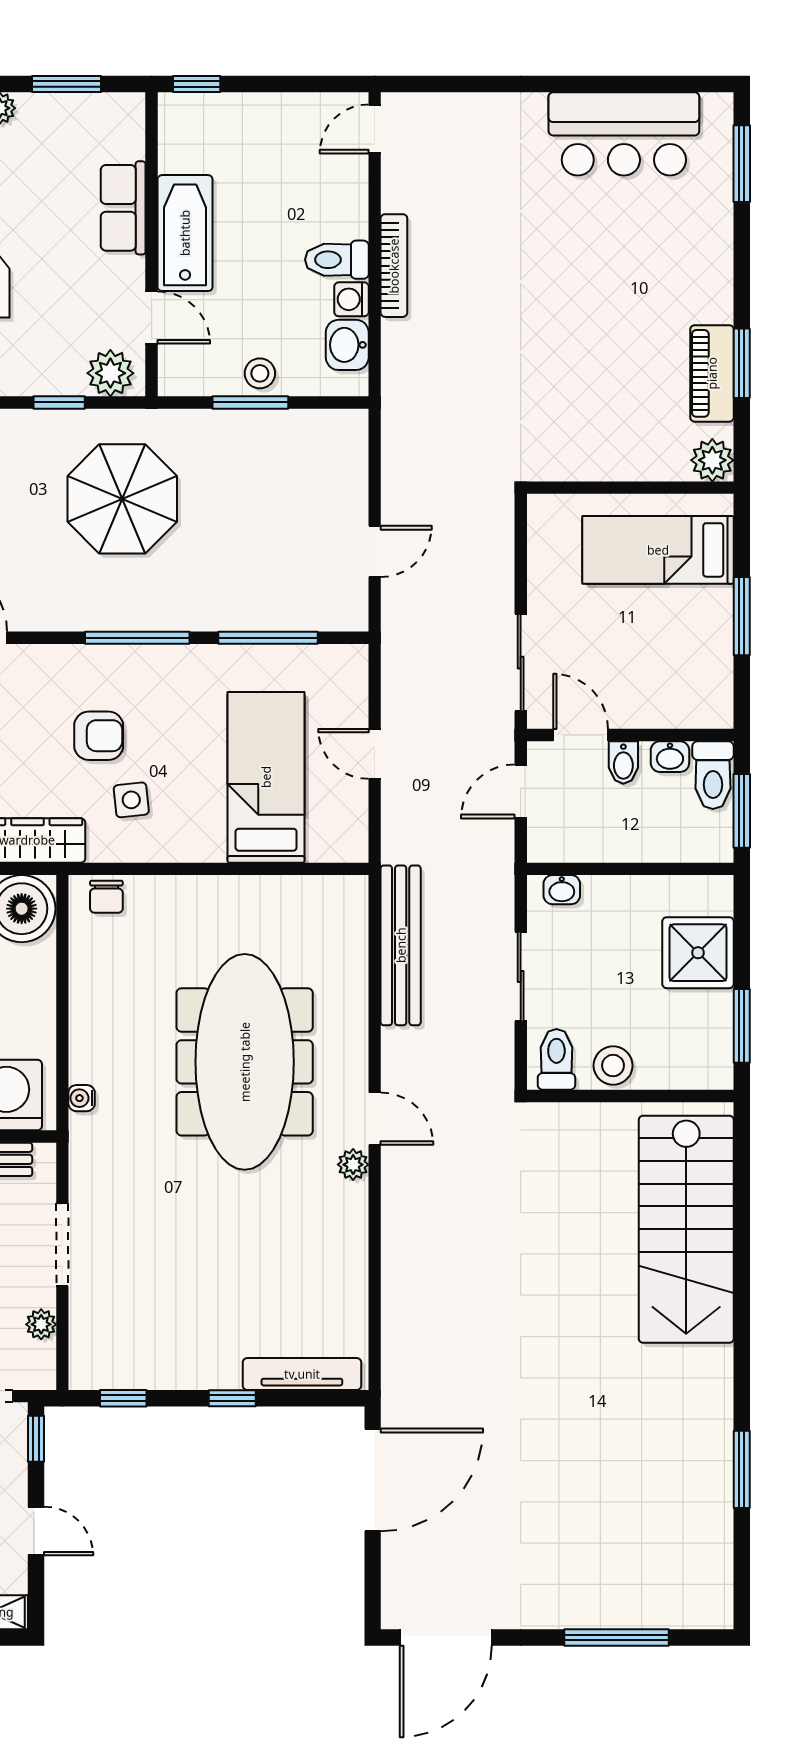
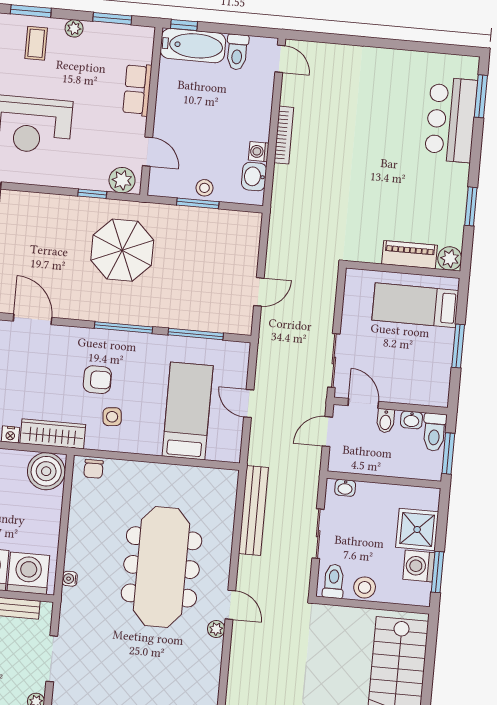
door: (375, 129) -> (280, 59), swing flipped
bar counter: (624, 134) -> (451, 120), moved, turned 90
bathtub: (185, 233) -> (193, 46), moved, turned 90
toilet: (337, 260) -> (237, 52), moved, turned -90
piano: (712, 373) -> (409, 255), moved, turned 90
washing machine: (707, 1018) -> (419, 566), added

